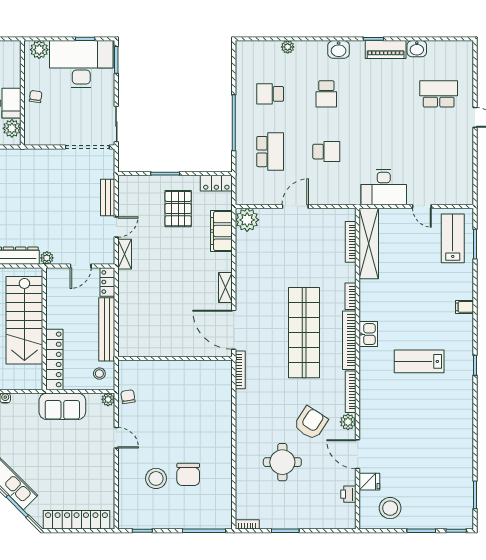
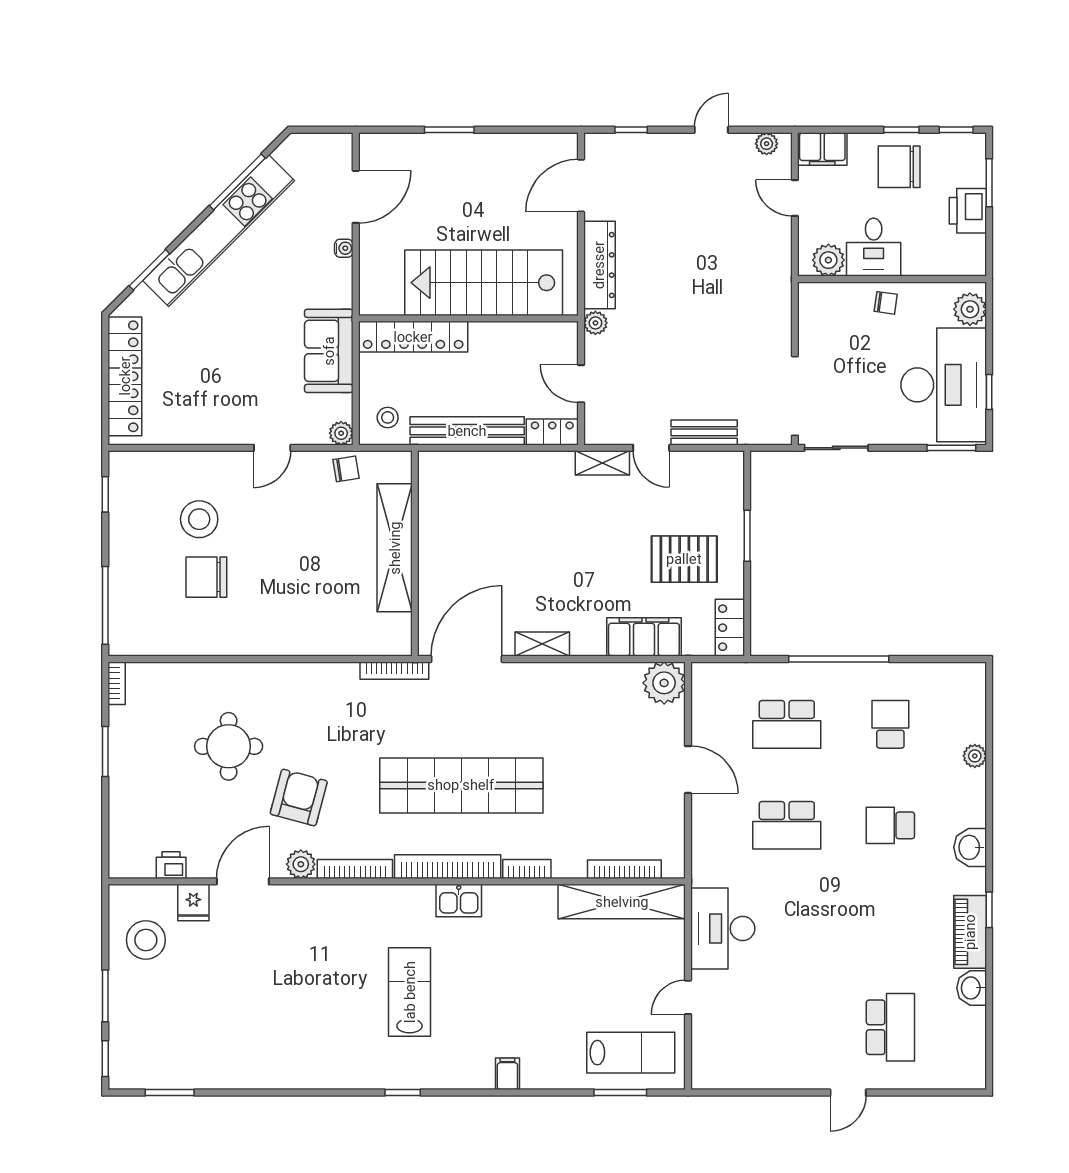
school desk: (326, 152) -> (787, 825), width x1.85
shelving: (172, 370) -> (395, 548), added
armchair: (311, 423) -> (299, 798), turned -108

